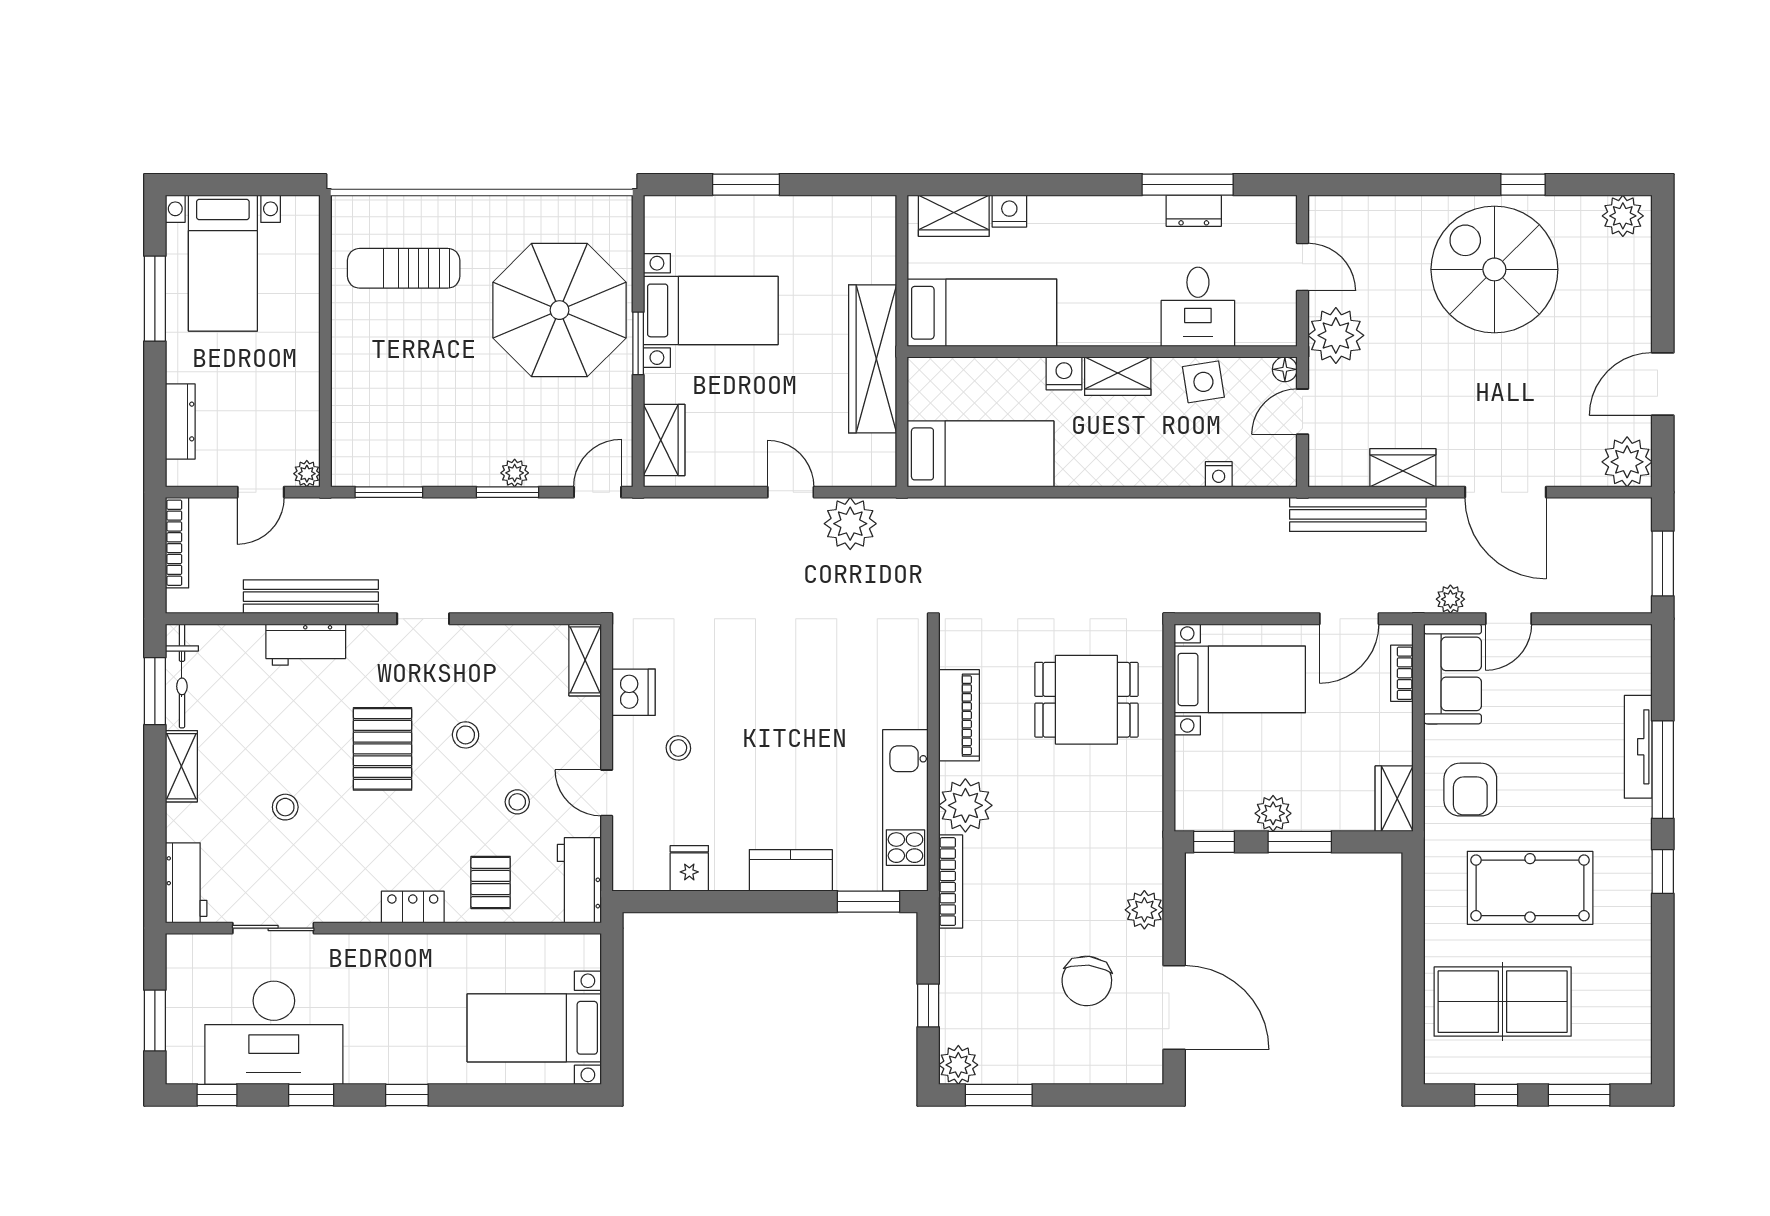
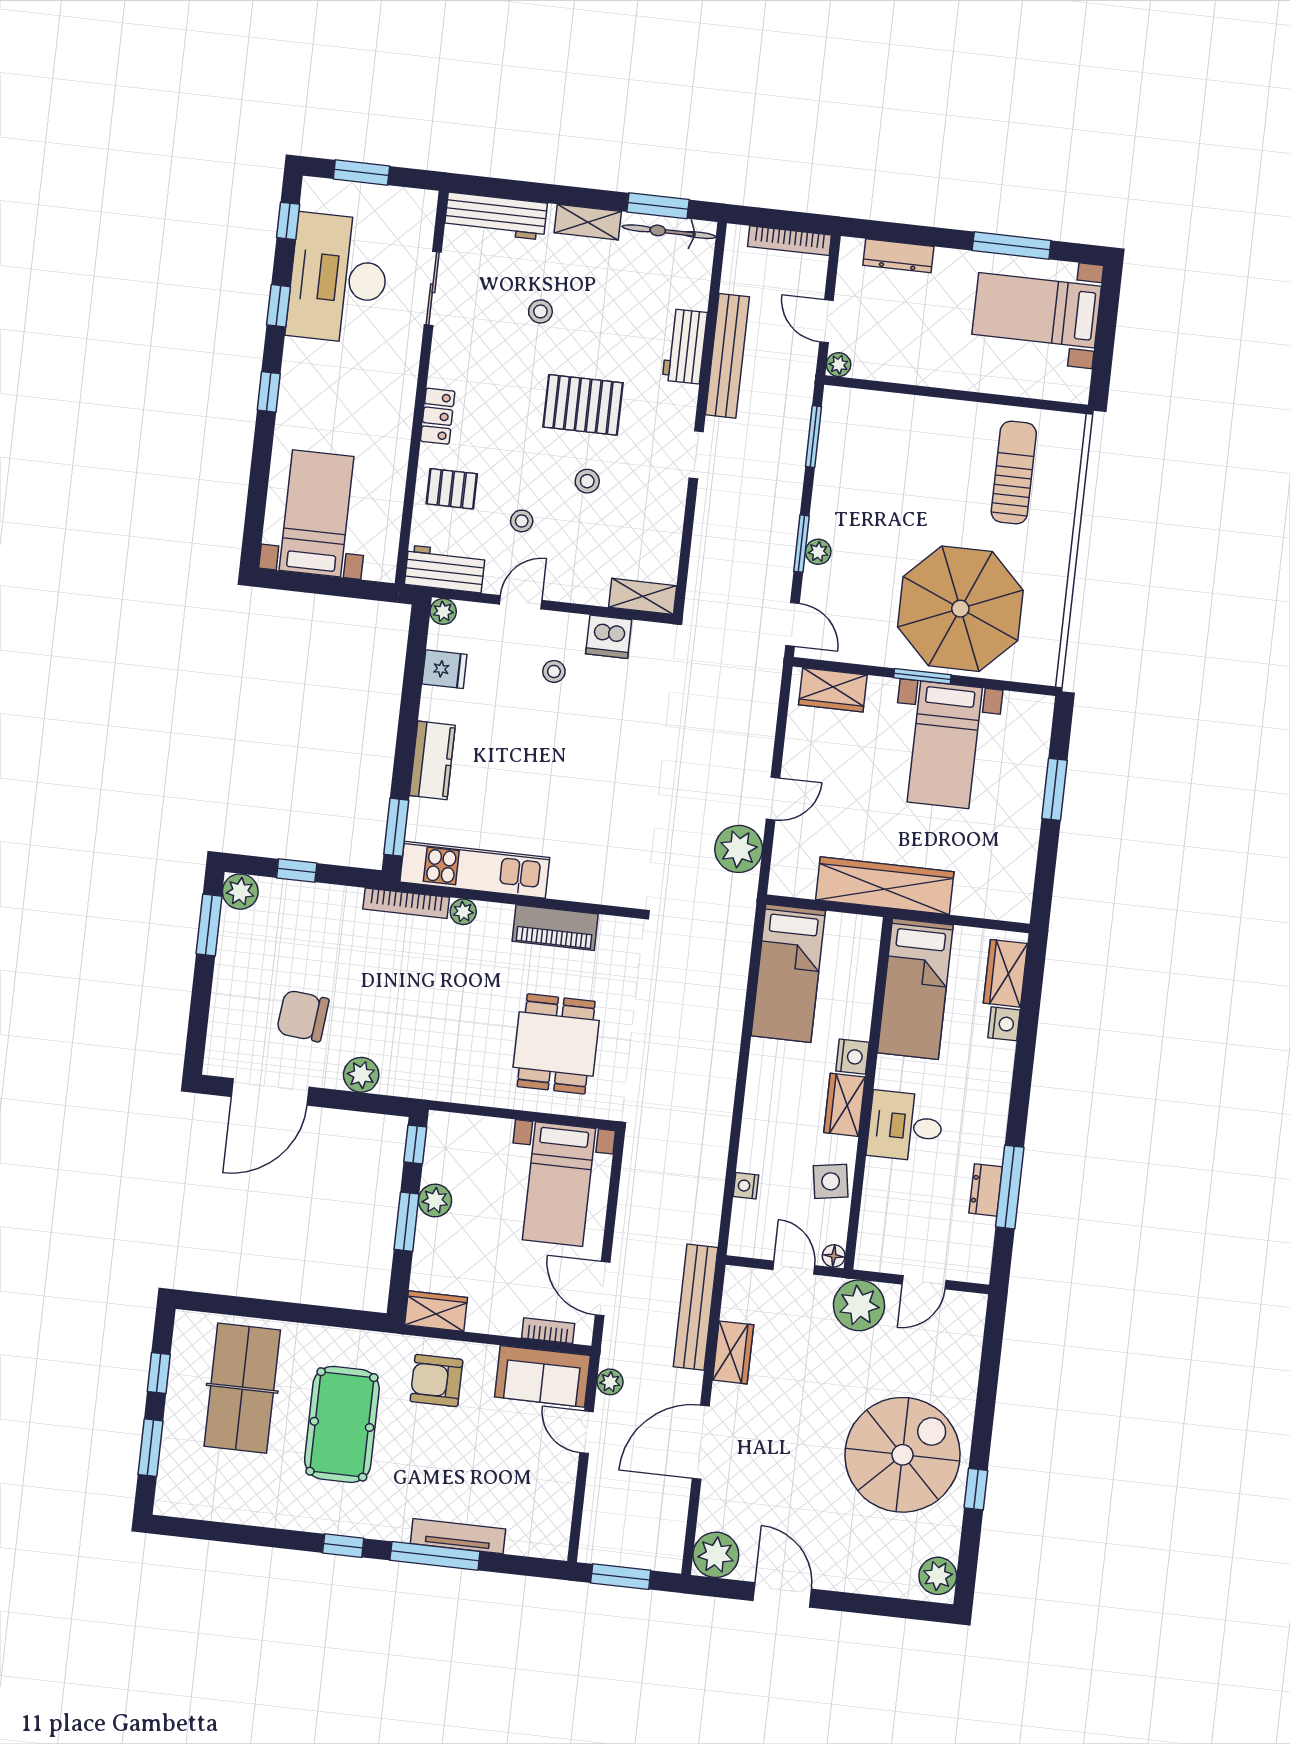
desk: (1198, 307) -> (905, 1126), moved
plant: (965, 805) -> (463, 912), width x0.53, depth x0.53
plant: (626, 877) -> (443, 611), added
workbench: (186, 883) -> (496, 216), width x1.37

